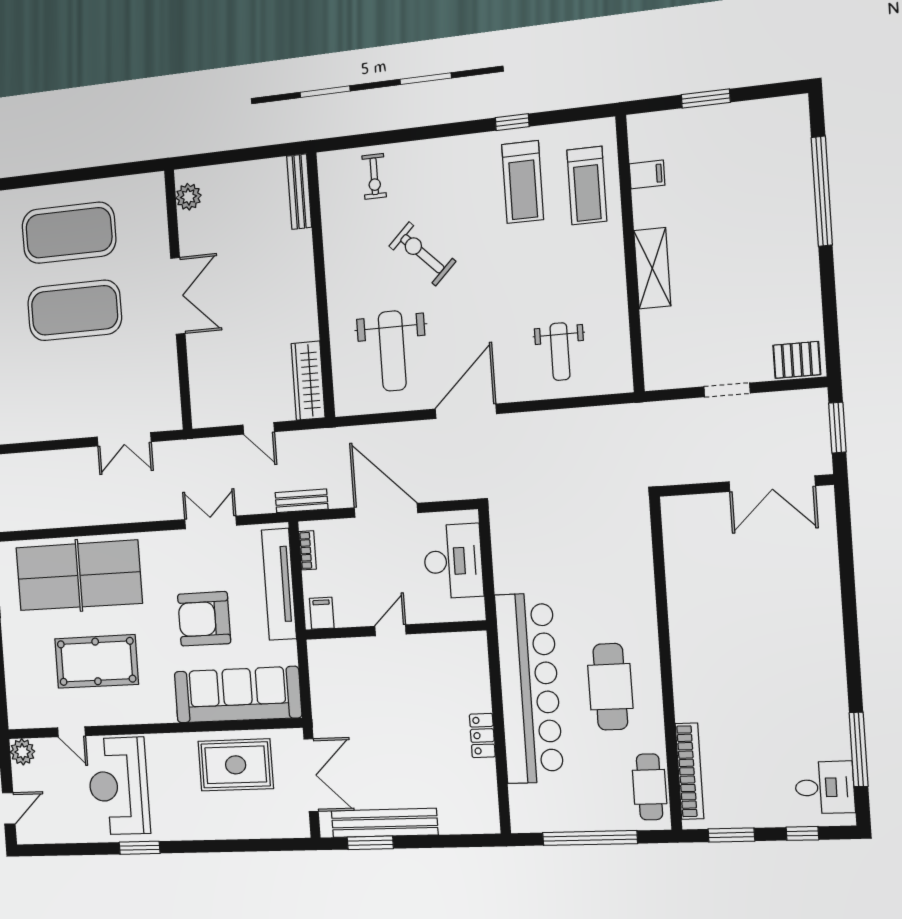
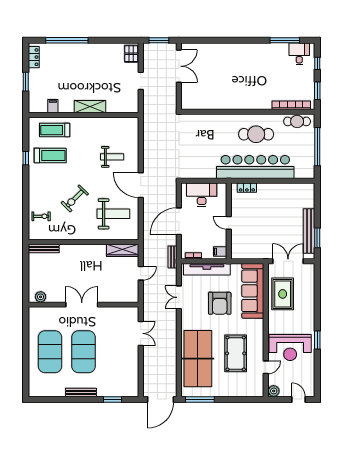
locker: (771, 111) -> (34, 57), added
treadmill: (587, 186) -> (55, 130), turned 180
weight bench: (560, 352) -> (112, 157), moved
locker: (482, 736) -> (247, 188), moved

